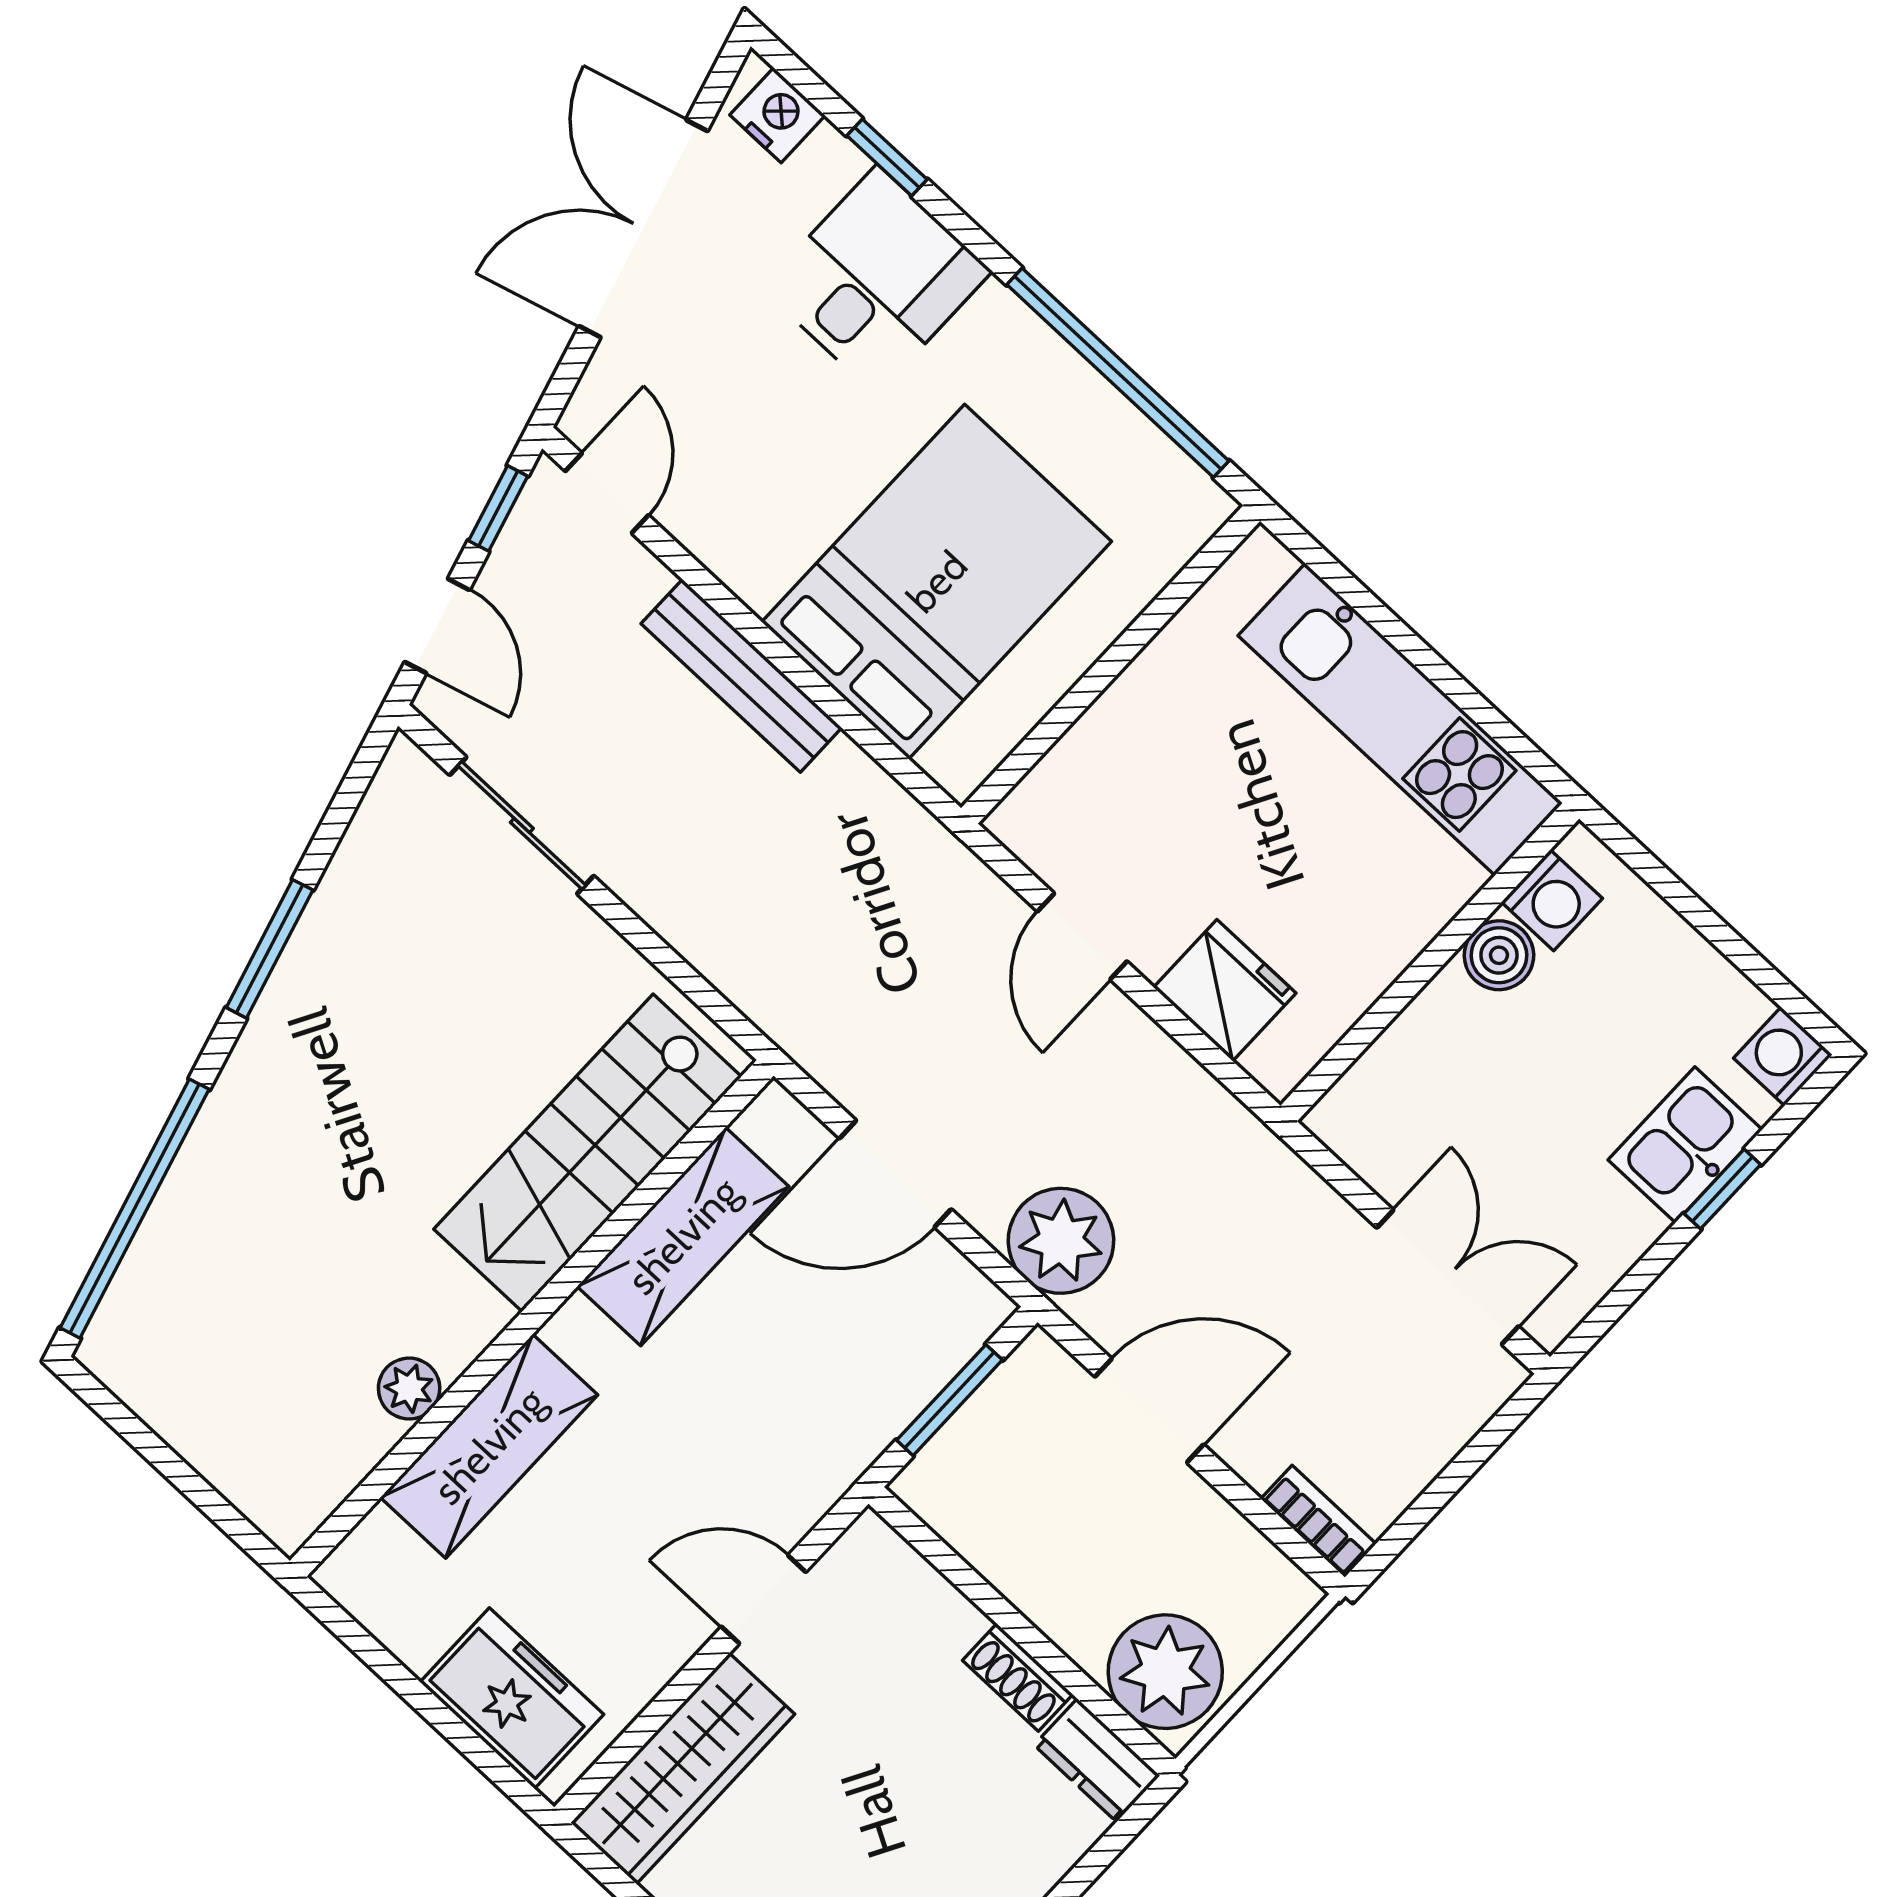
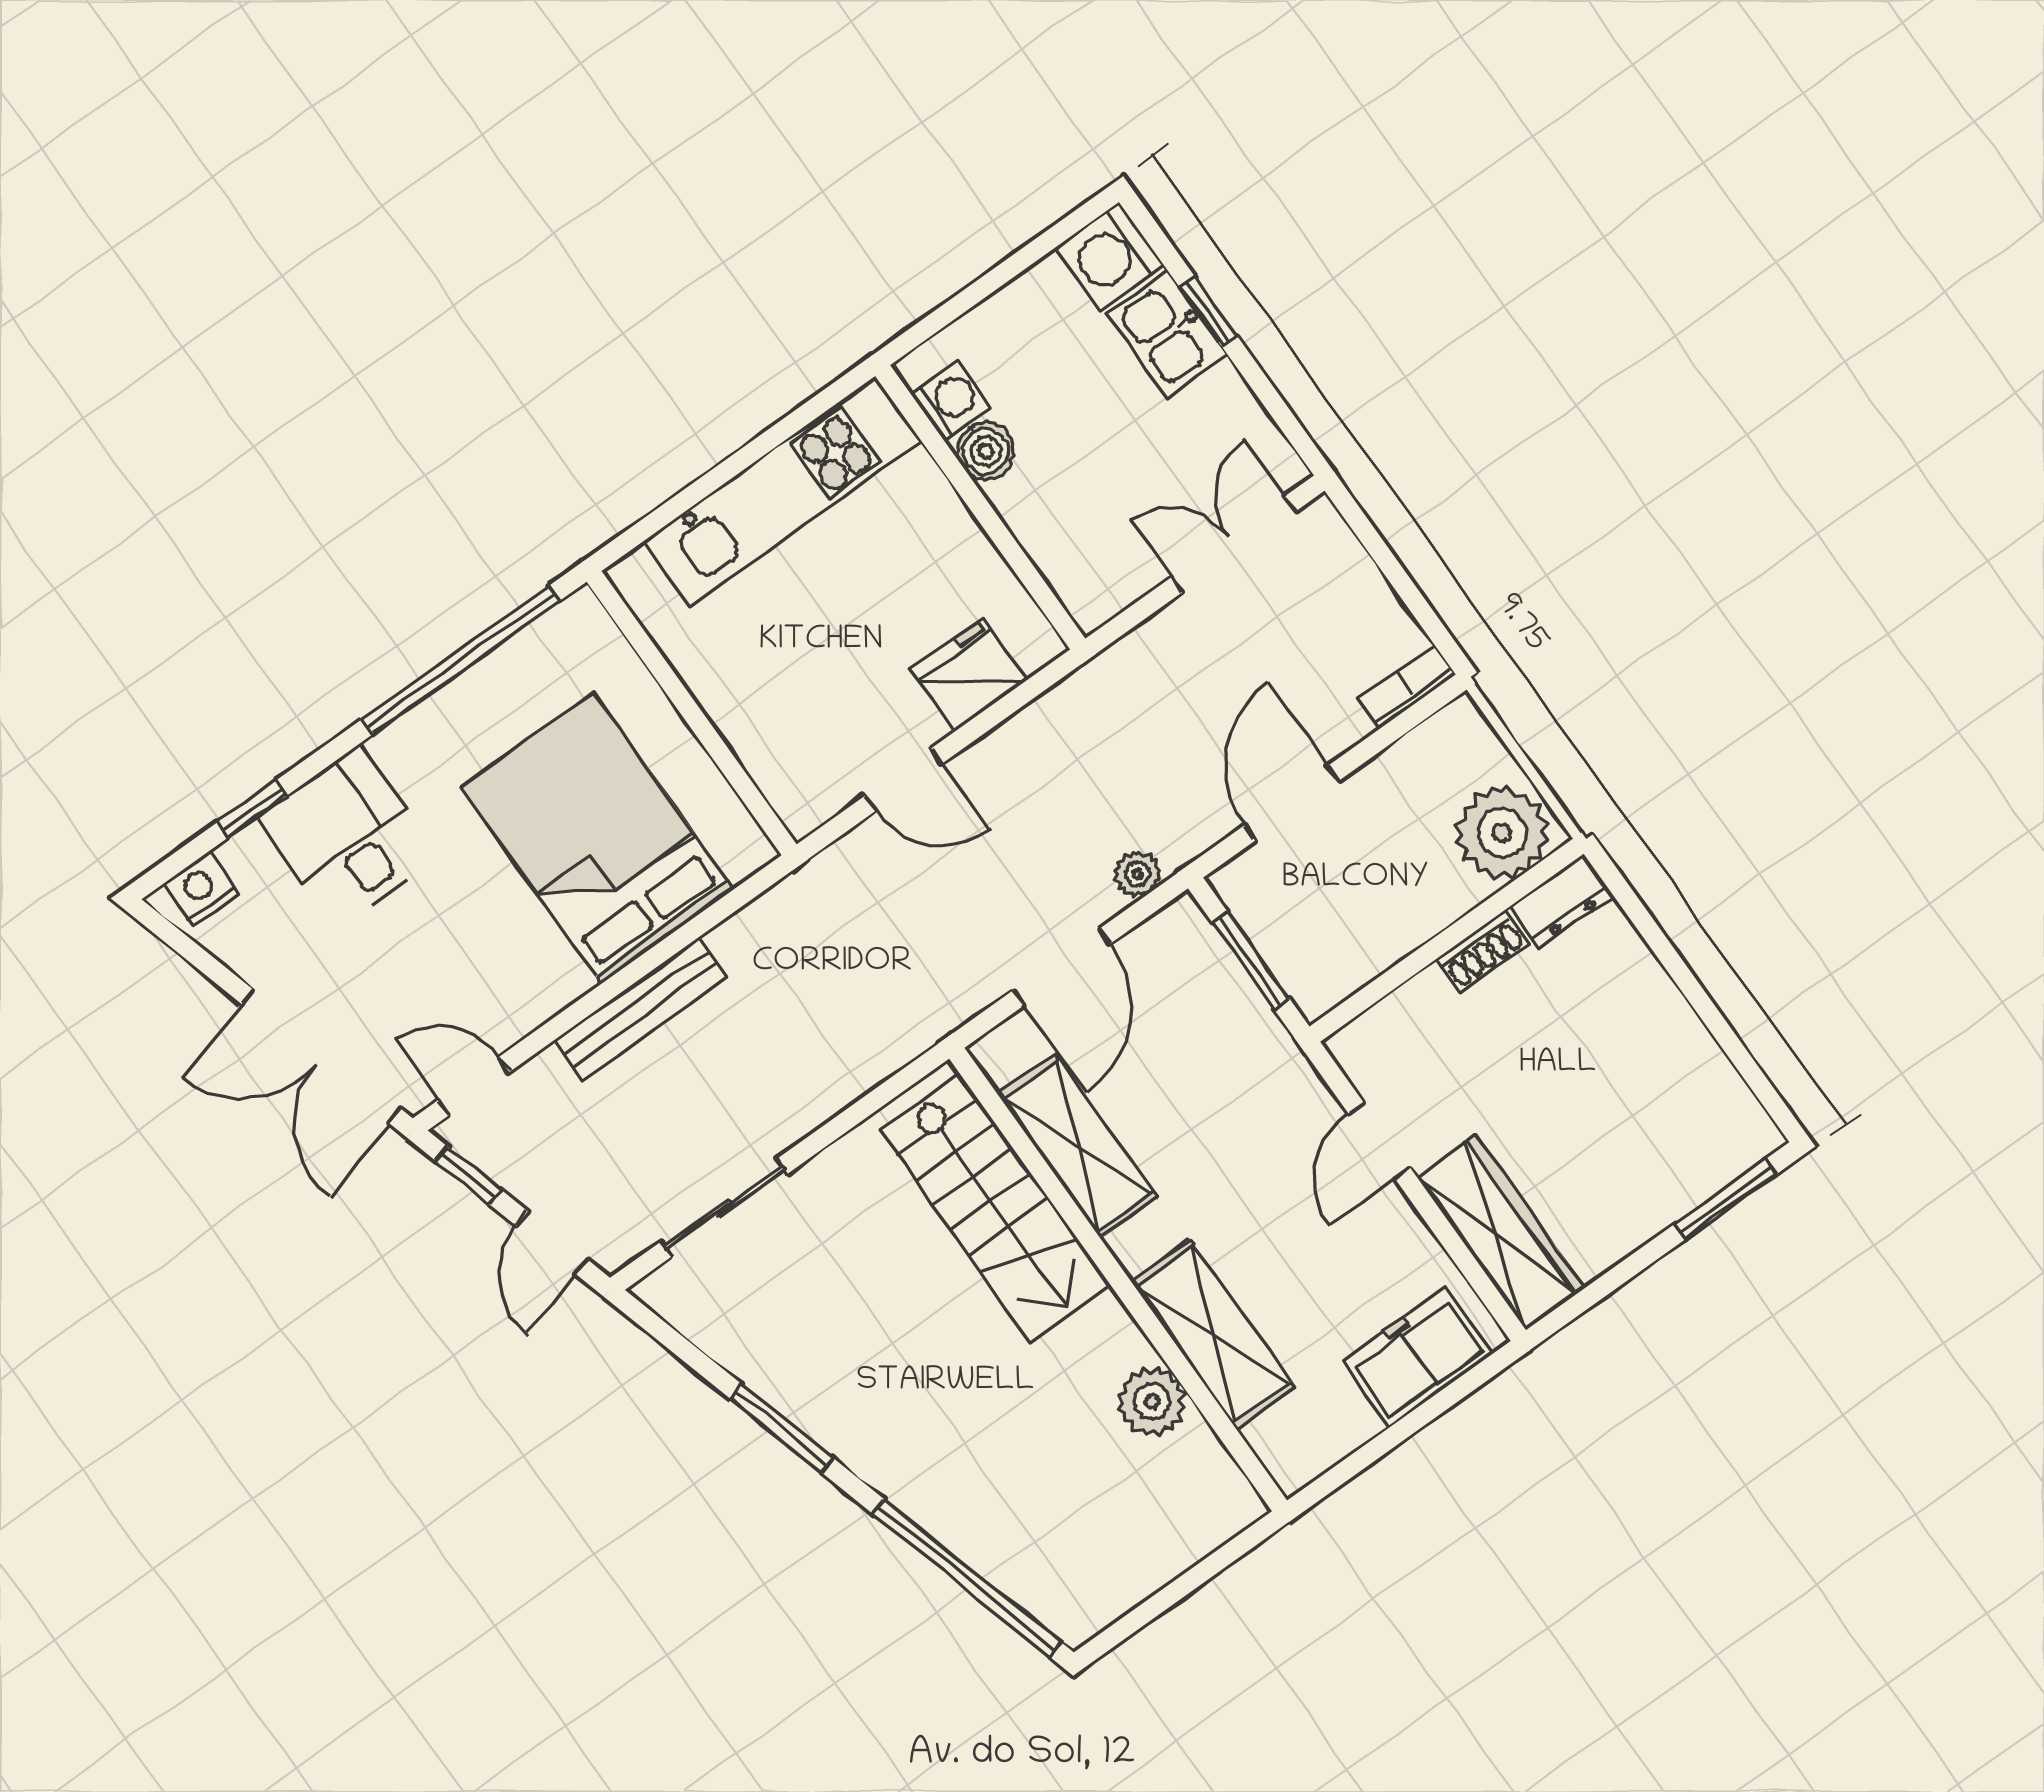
double door: (643, 229) -> (321, 1057), moved
door: (437, 626) -> (552, 1243), swing flipped
washing machine: (1783, 1056) -> (1110, 257), width x1.38, depth x1.38
plant: (1061, 1241) -> (1137, 874), width x0.53, depth x0.53
plant: (409, 1389) -> (1152, 1402), width x1.38, depth x1.38

